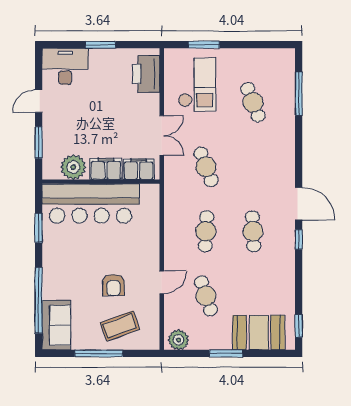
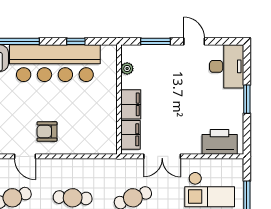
plant: (73, 167) -> (127, 69), width x0.53, depth x0.53
bar counter: (91, 204) -> (55, 63), moved, turned -90
window: (39, 228) -> (76, 41), width x0.67
armchair: (113, 285) -> (47, 132), moved

